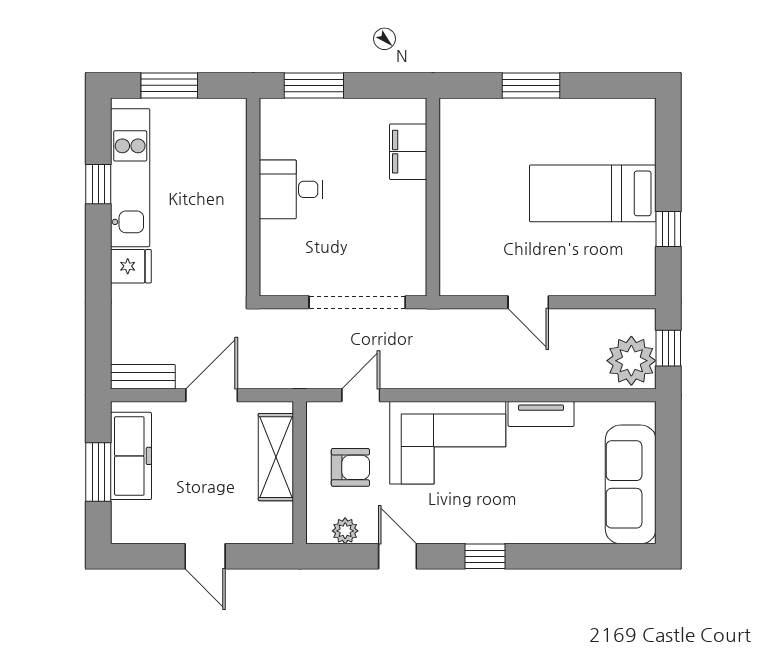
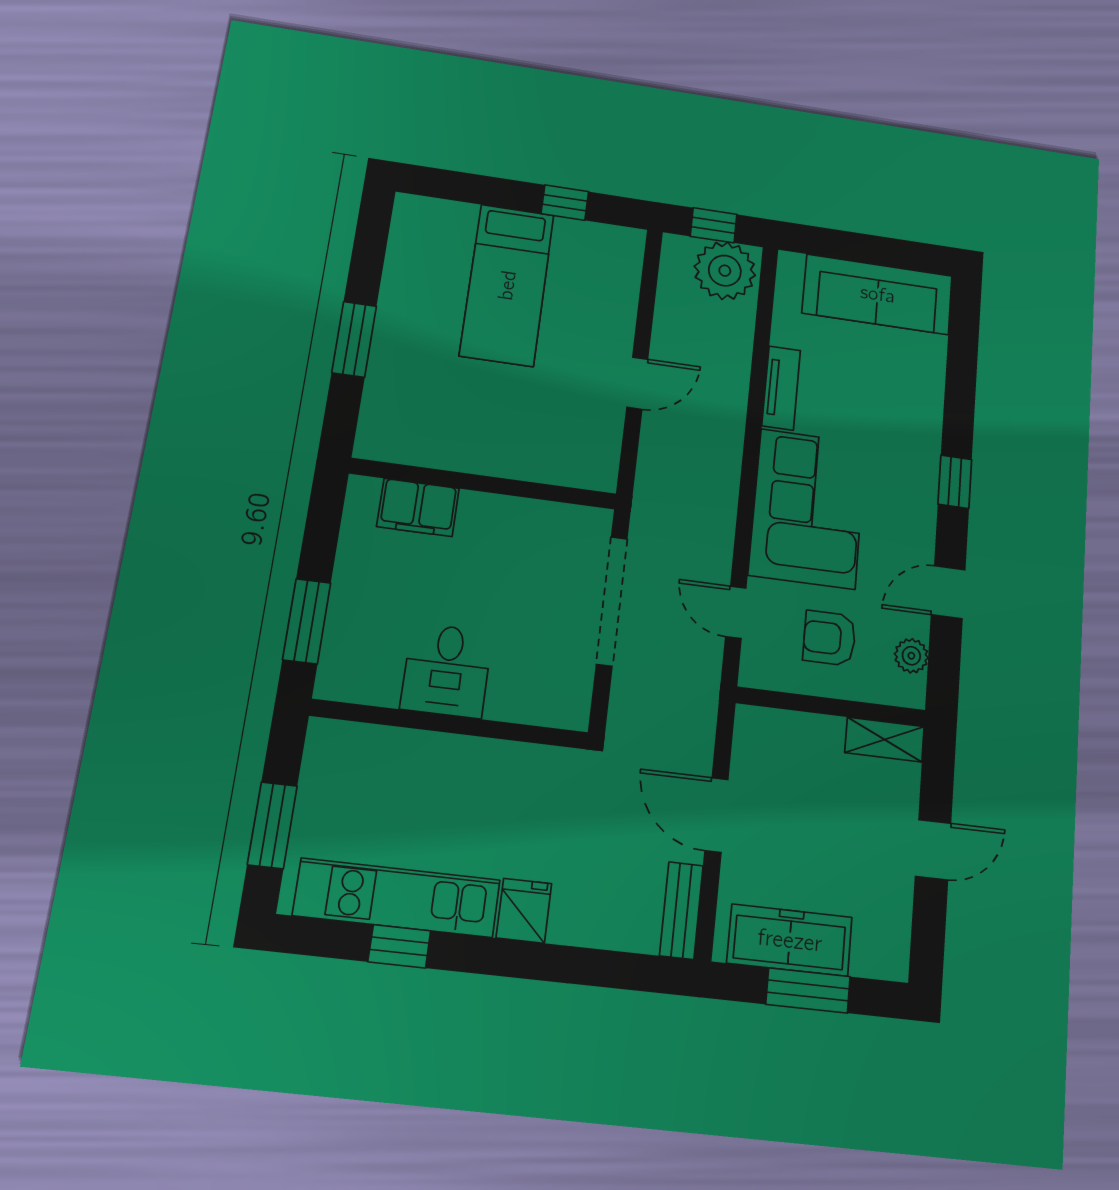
shelving: (276, 457) -> (885, 740), moved, width x0.67, depth x0.75
armchair: (350, 467) -> (829, 638), turned -90

